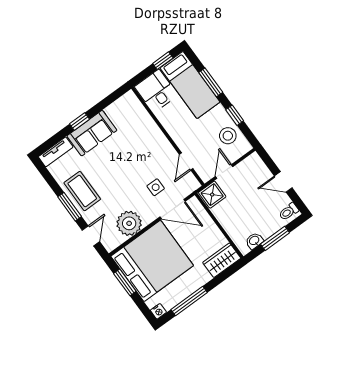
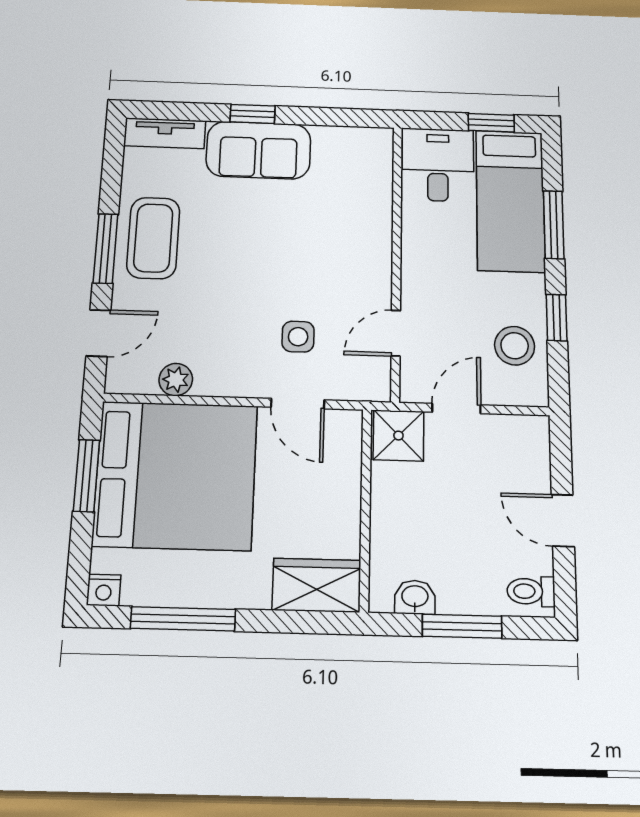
door: (173, 209) -> (298, 404), width x0.73
plant: (129, 223) -> (176, 380), width x0.53, depth x0.53

